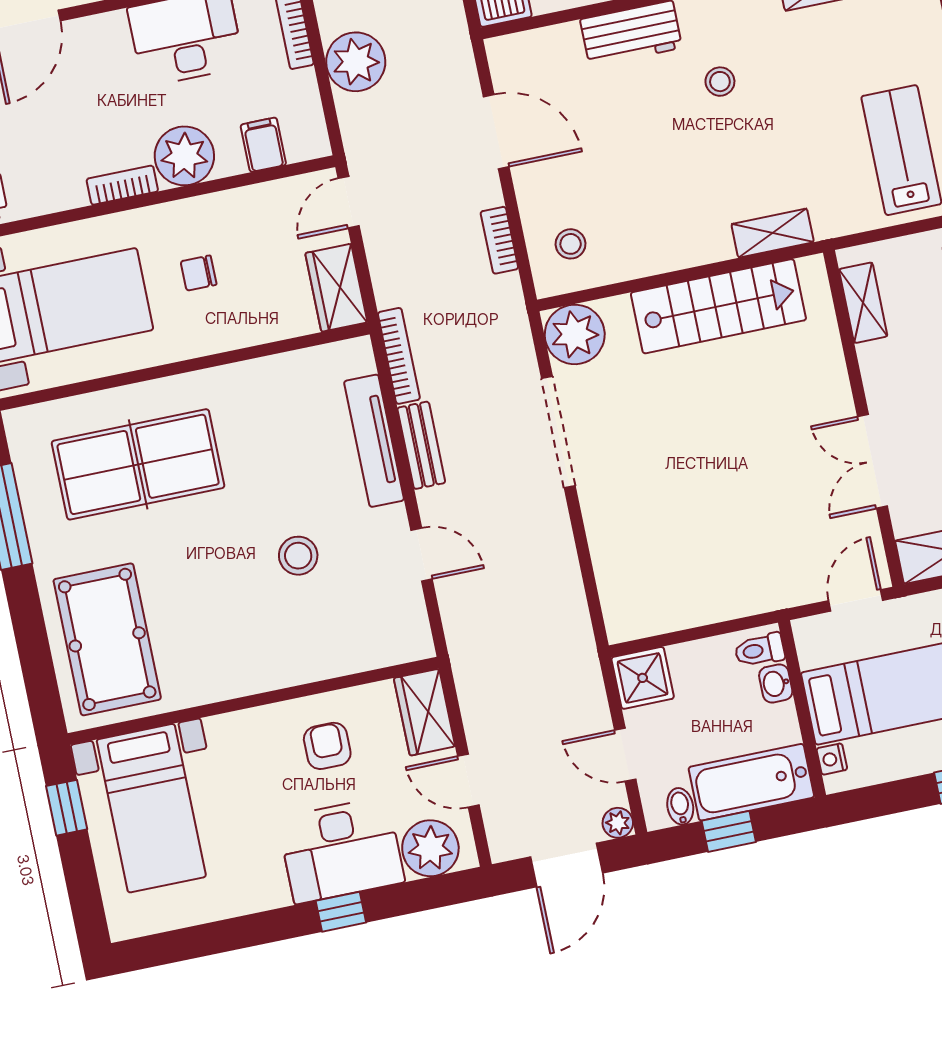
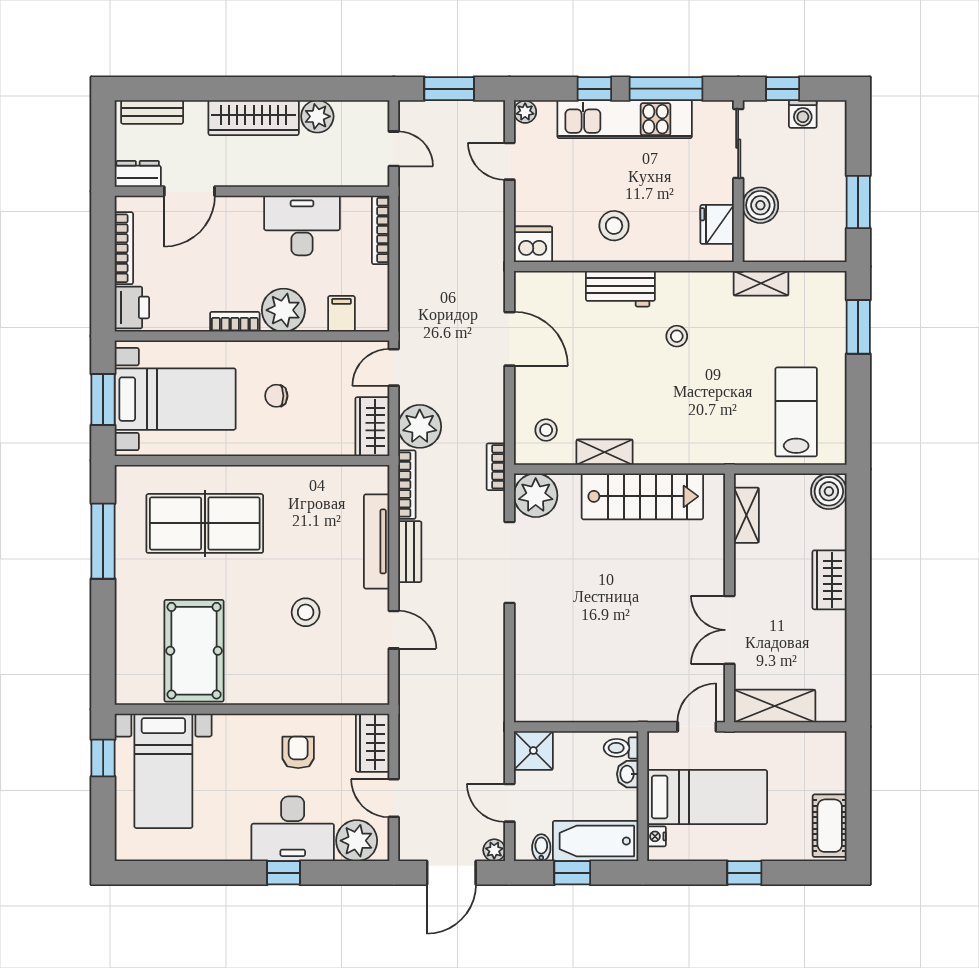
plant: (356, 62) -> (420, 426), moved
shelving: (773, 233) -> (605, 452), moved
bookcase: (499, 240) -> (496, 467), moved
pool table: (107, 639) -> (194, 651), moved

